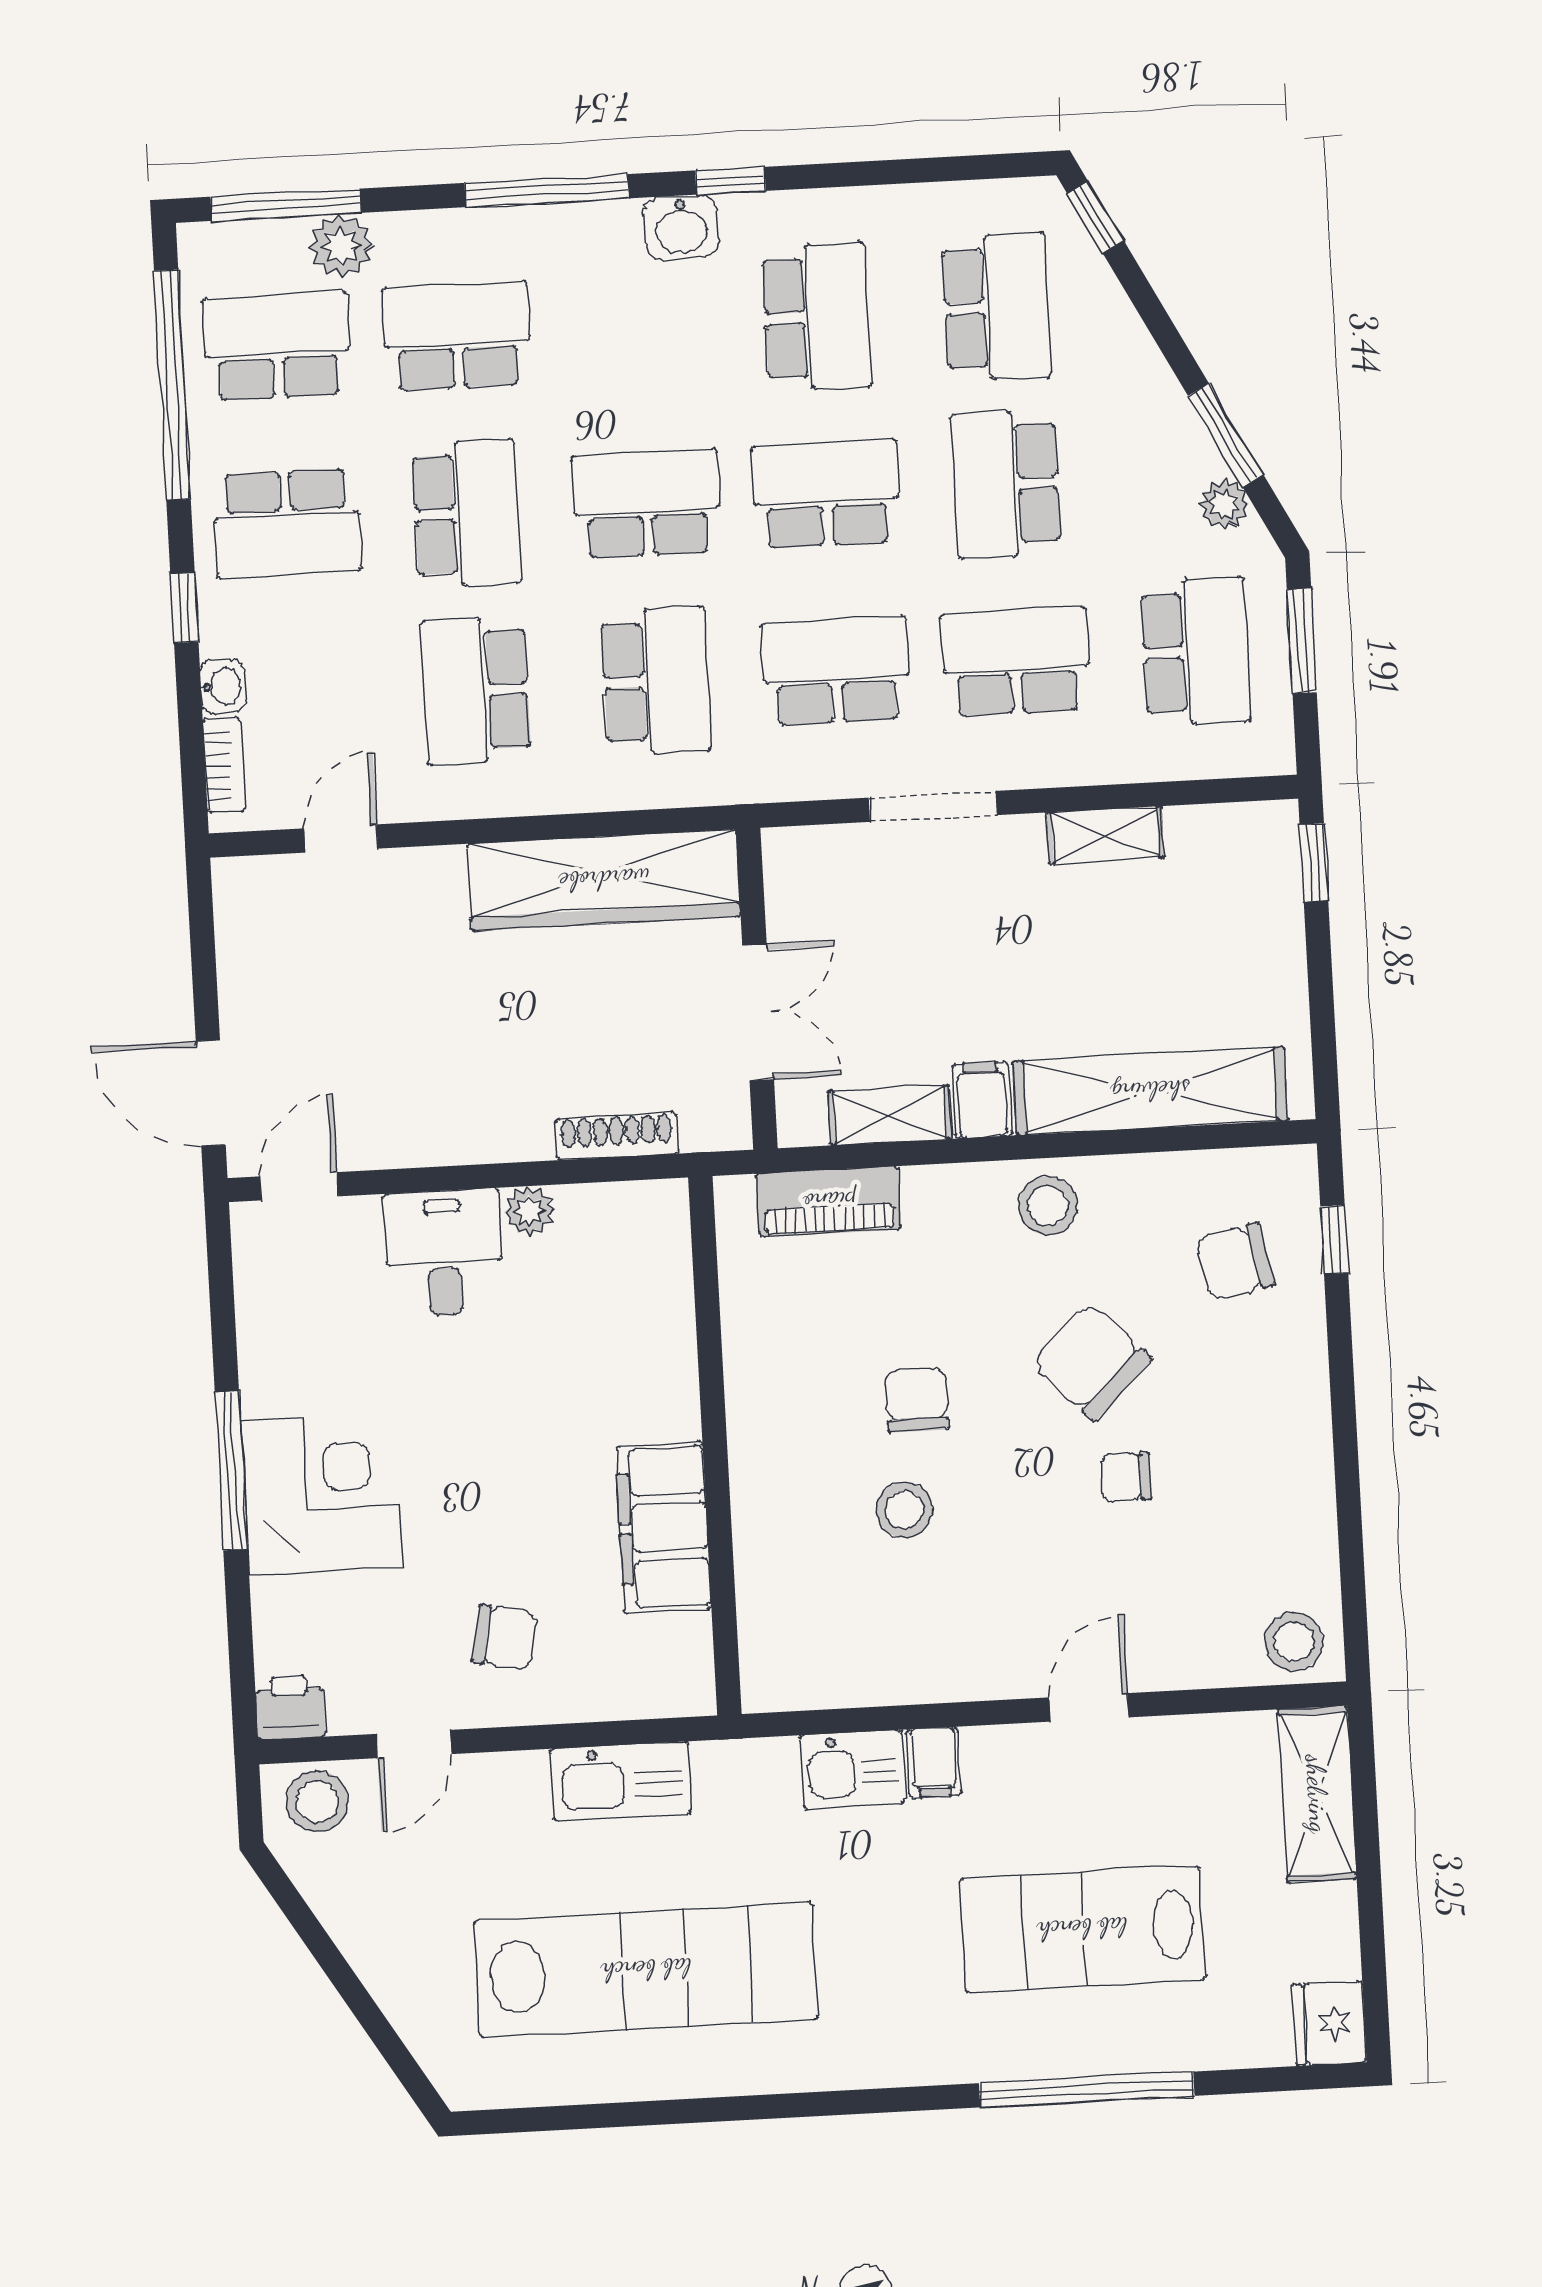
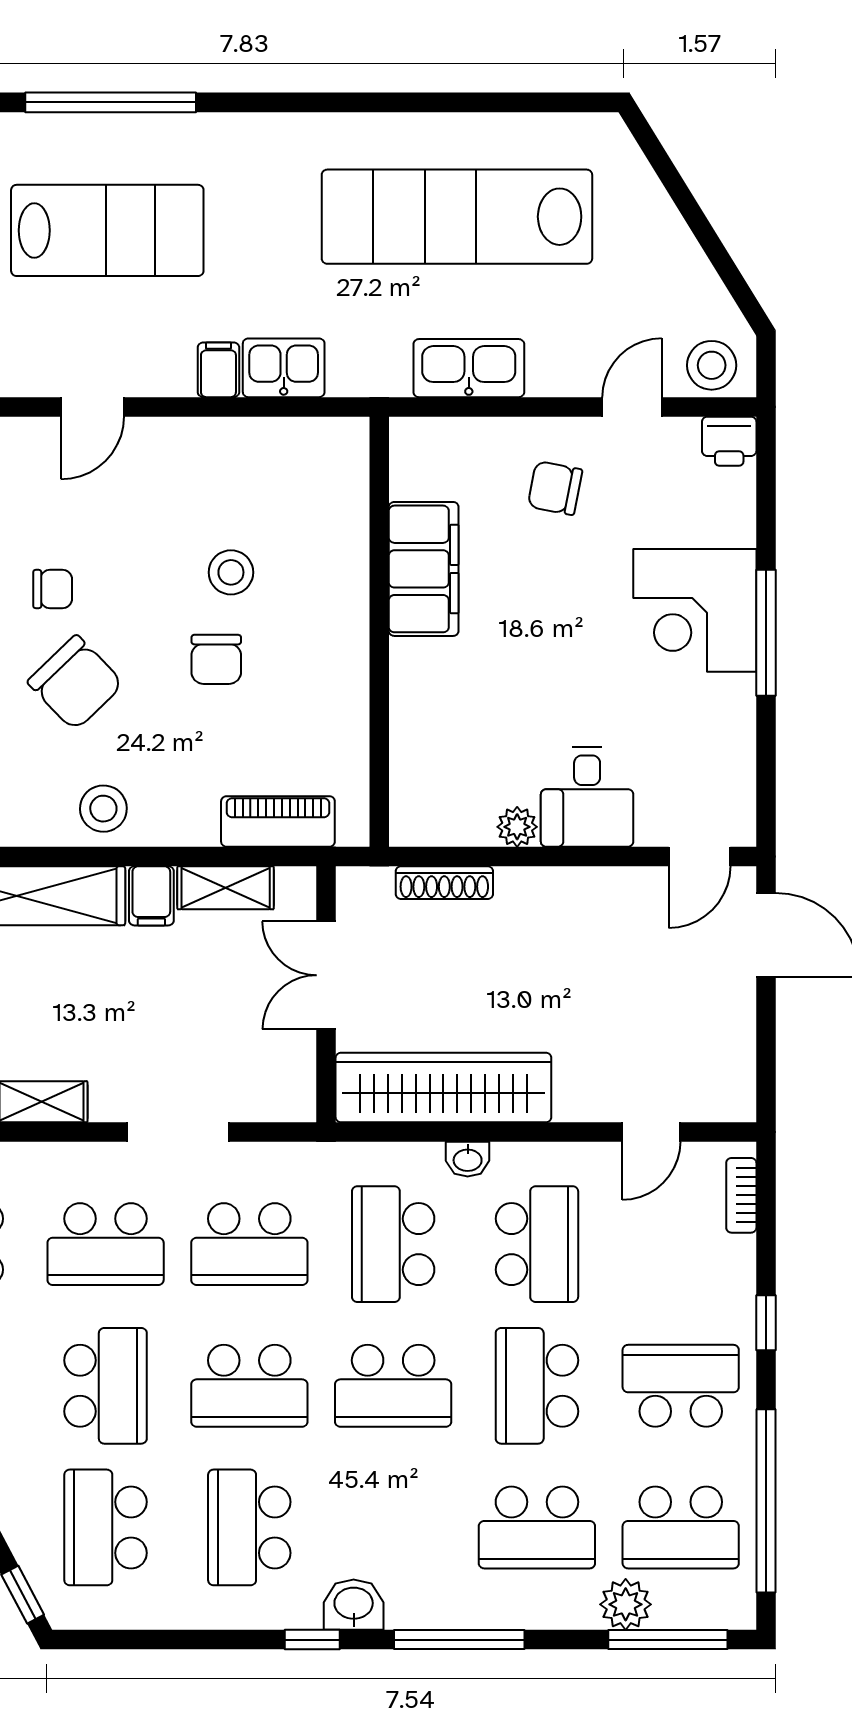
washbasin: (223, 686) -> (468, 1159), moved, turned -90

